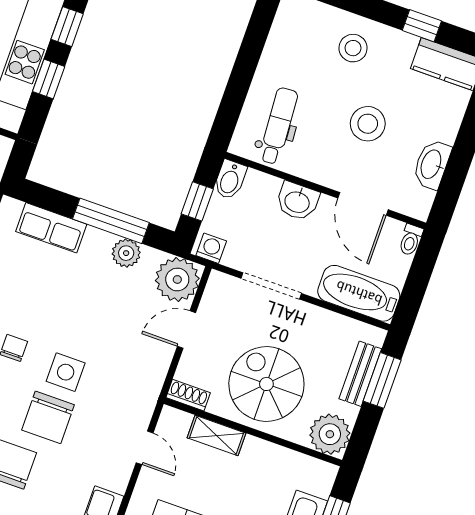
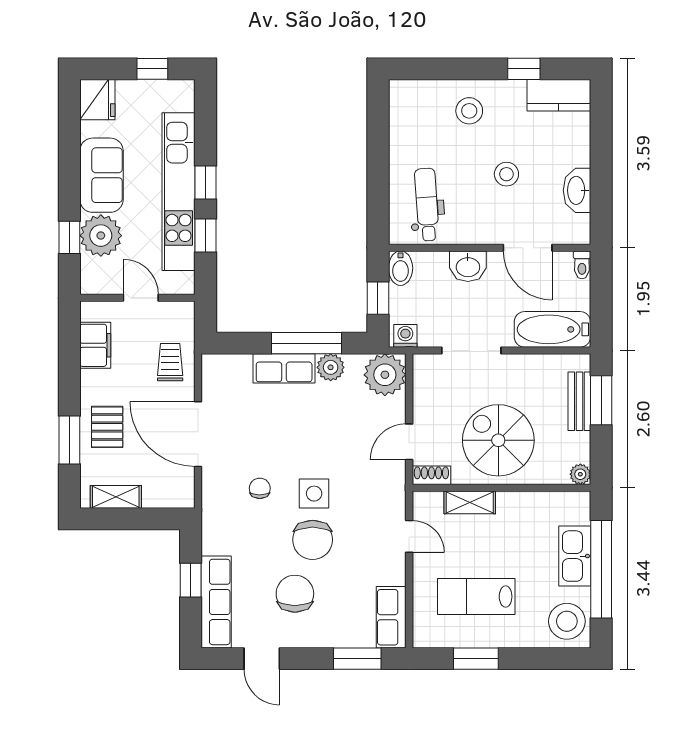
stool: (368, 124) -> (506, 174), width x0.73, depth x0.73
row of seats: (51, 228) -> (284, 368), moved
door: (186, 330) -> (409, 442), moved
plant: (330, 434) -> (580, 474), width x0.53, depth x0.53

